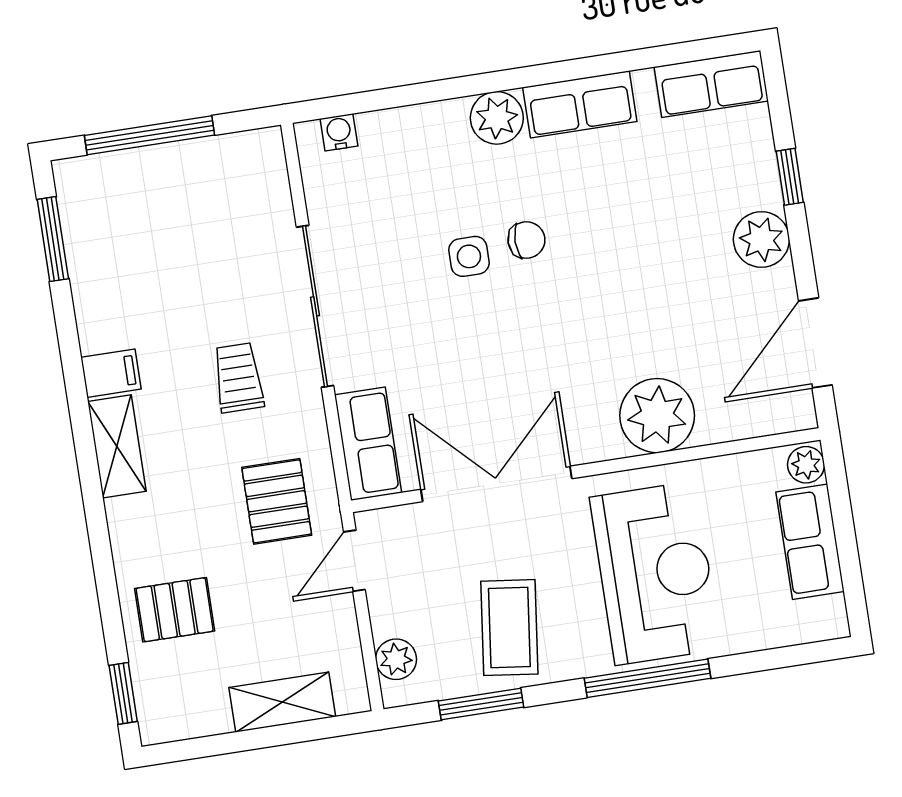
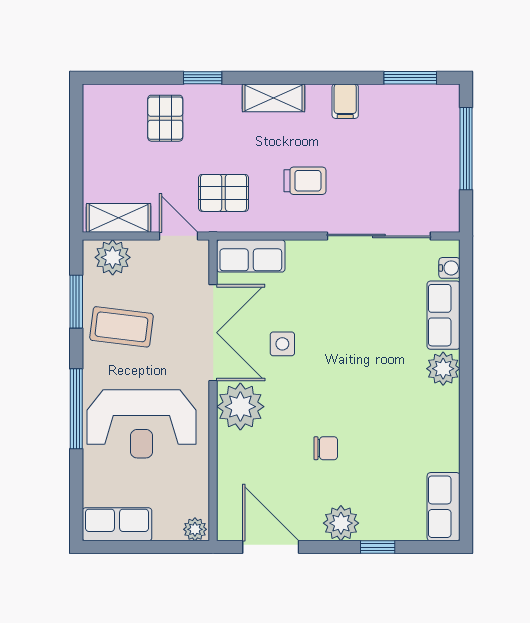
row of seats: (580, 104) -> (444, 315), moved
chair: (526, 240) -> (326, 448), moved, turned -90
side table: (469, 256) -> (282, 344), moved
sliding door: (315, 306) -> (379, 236), moved
filing cabinet: (111, 373) -> (345, 101), moved
plant: (657, 416) -> (240, 407), moved
row of seats: (810, 542) -> (117, 524), moved
plant: (396, 659) -> (113, 257), width x1.38, depth x1.38
window: (123, 693) -> (203, 78), moved
shelving: (282, 702) -> (119, 218), moved, turned 90

